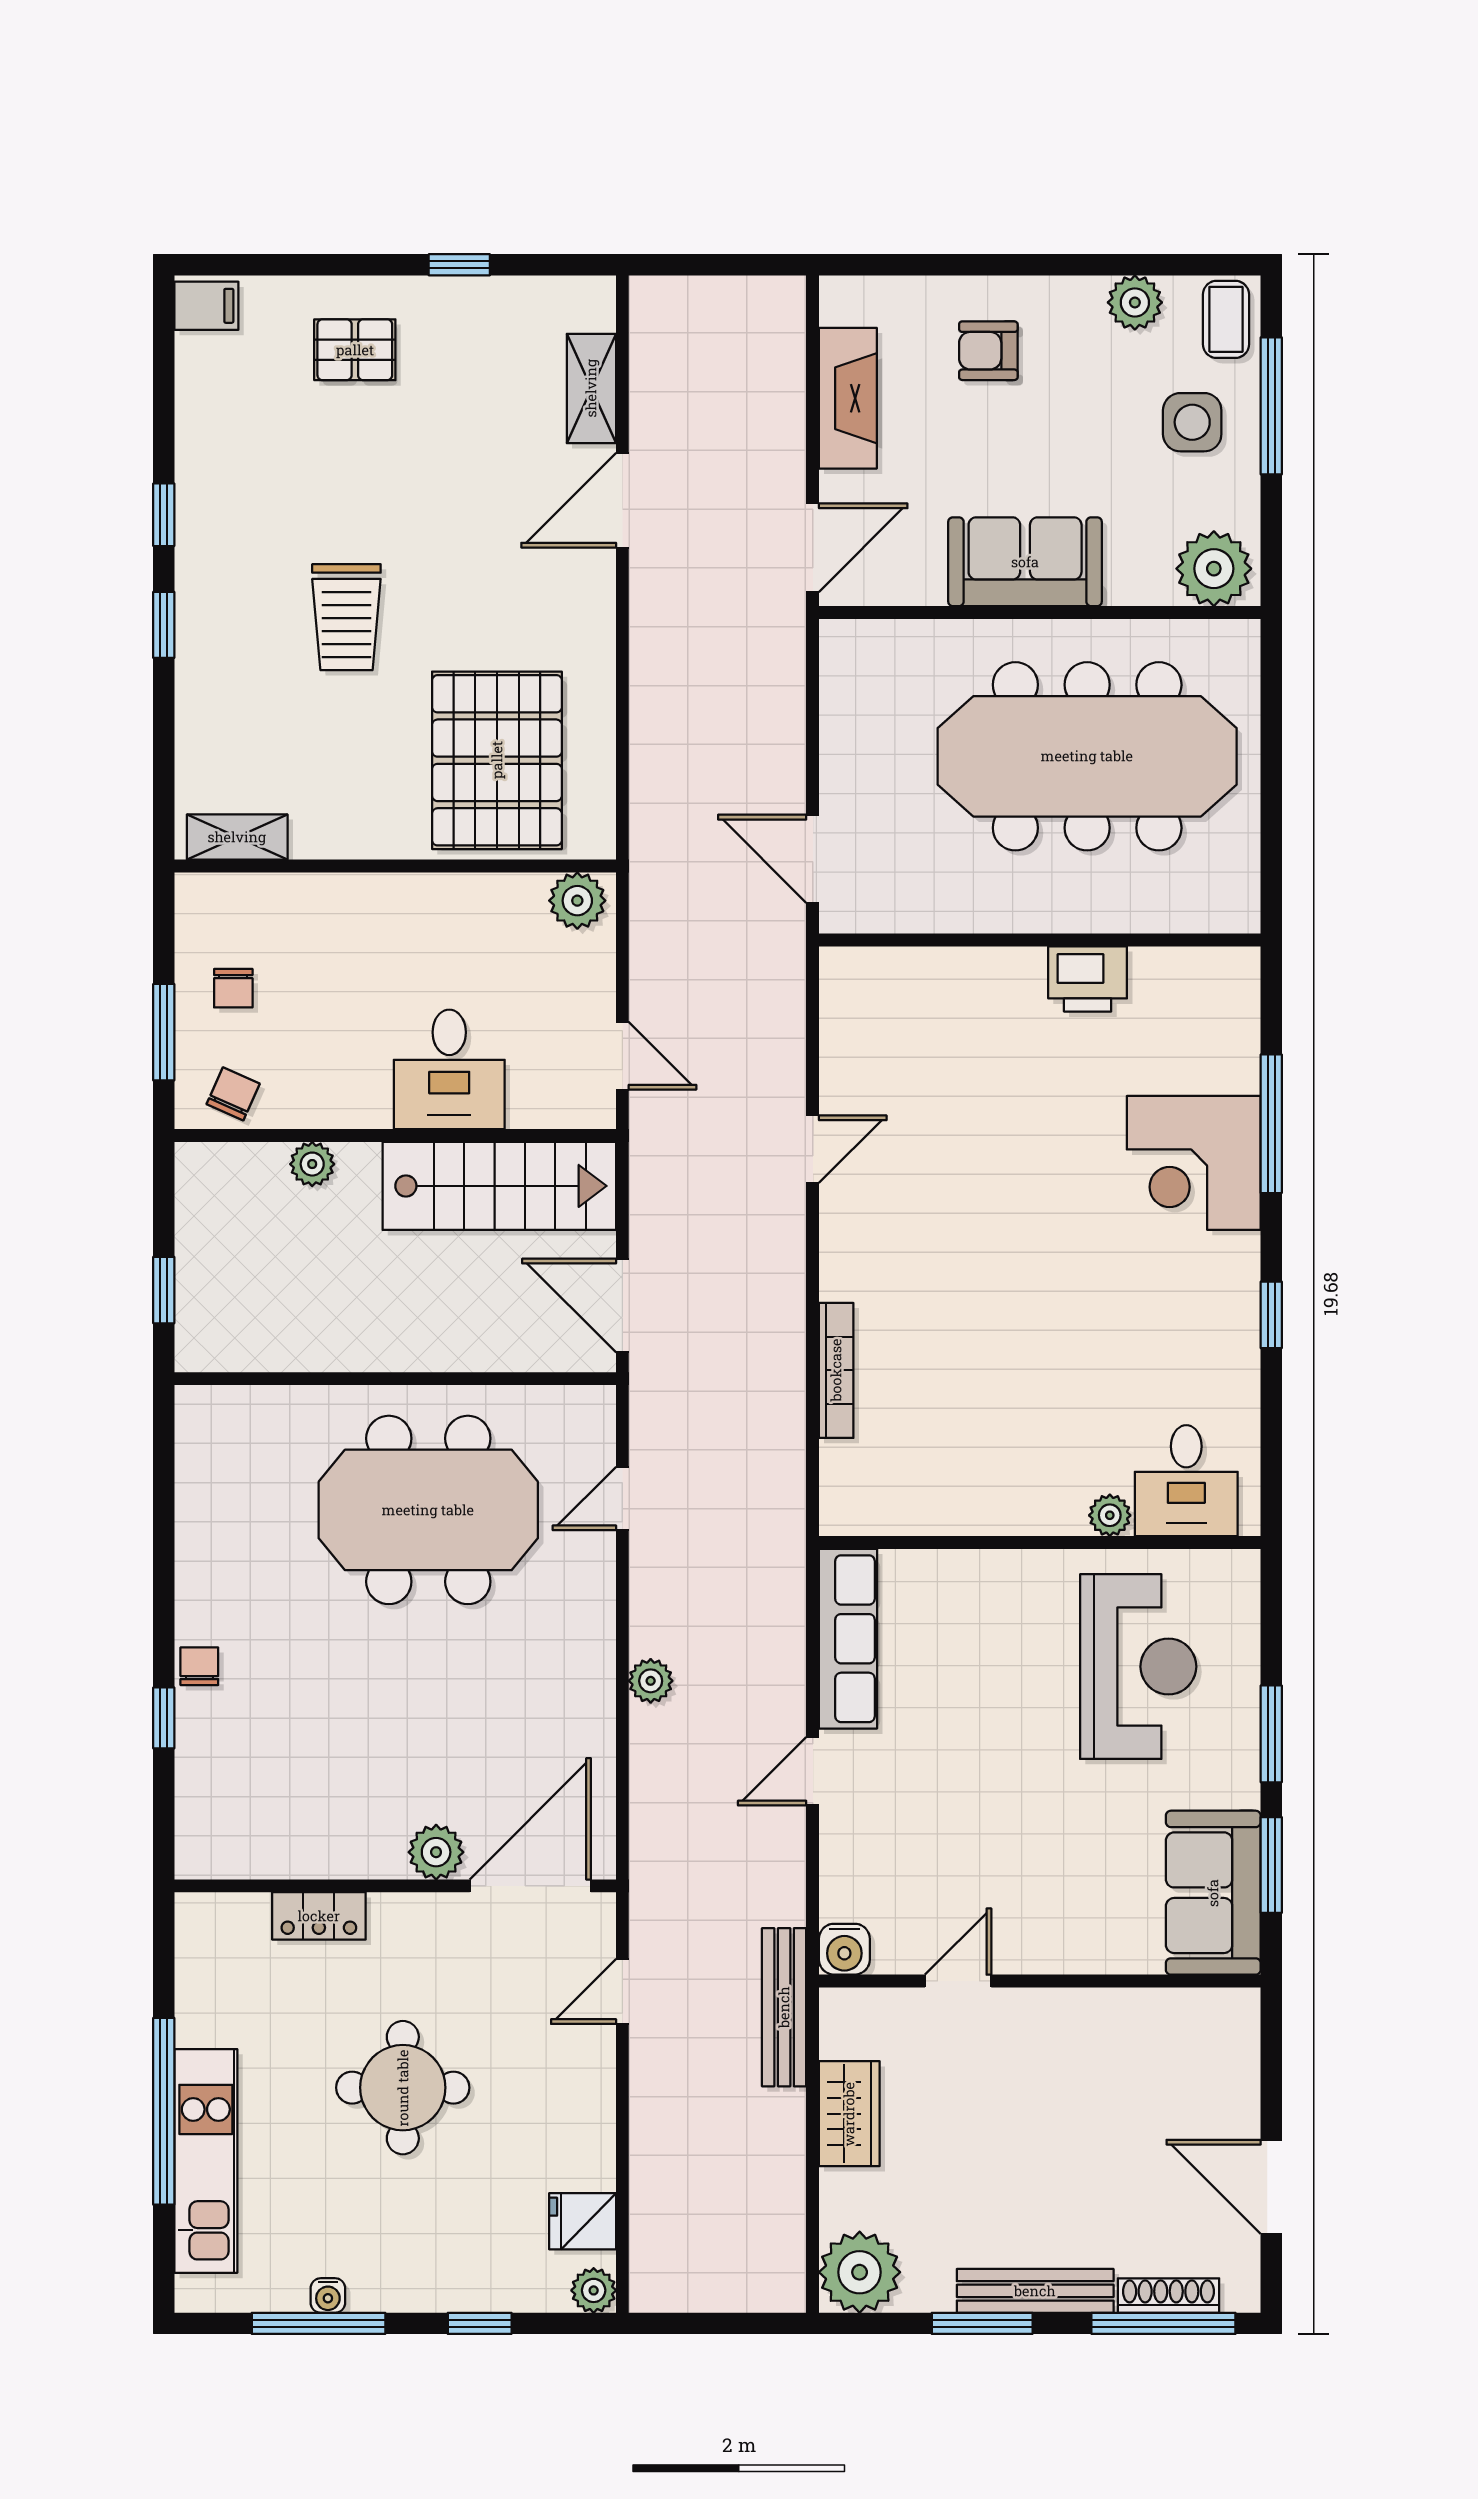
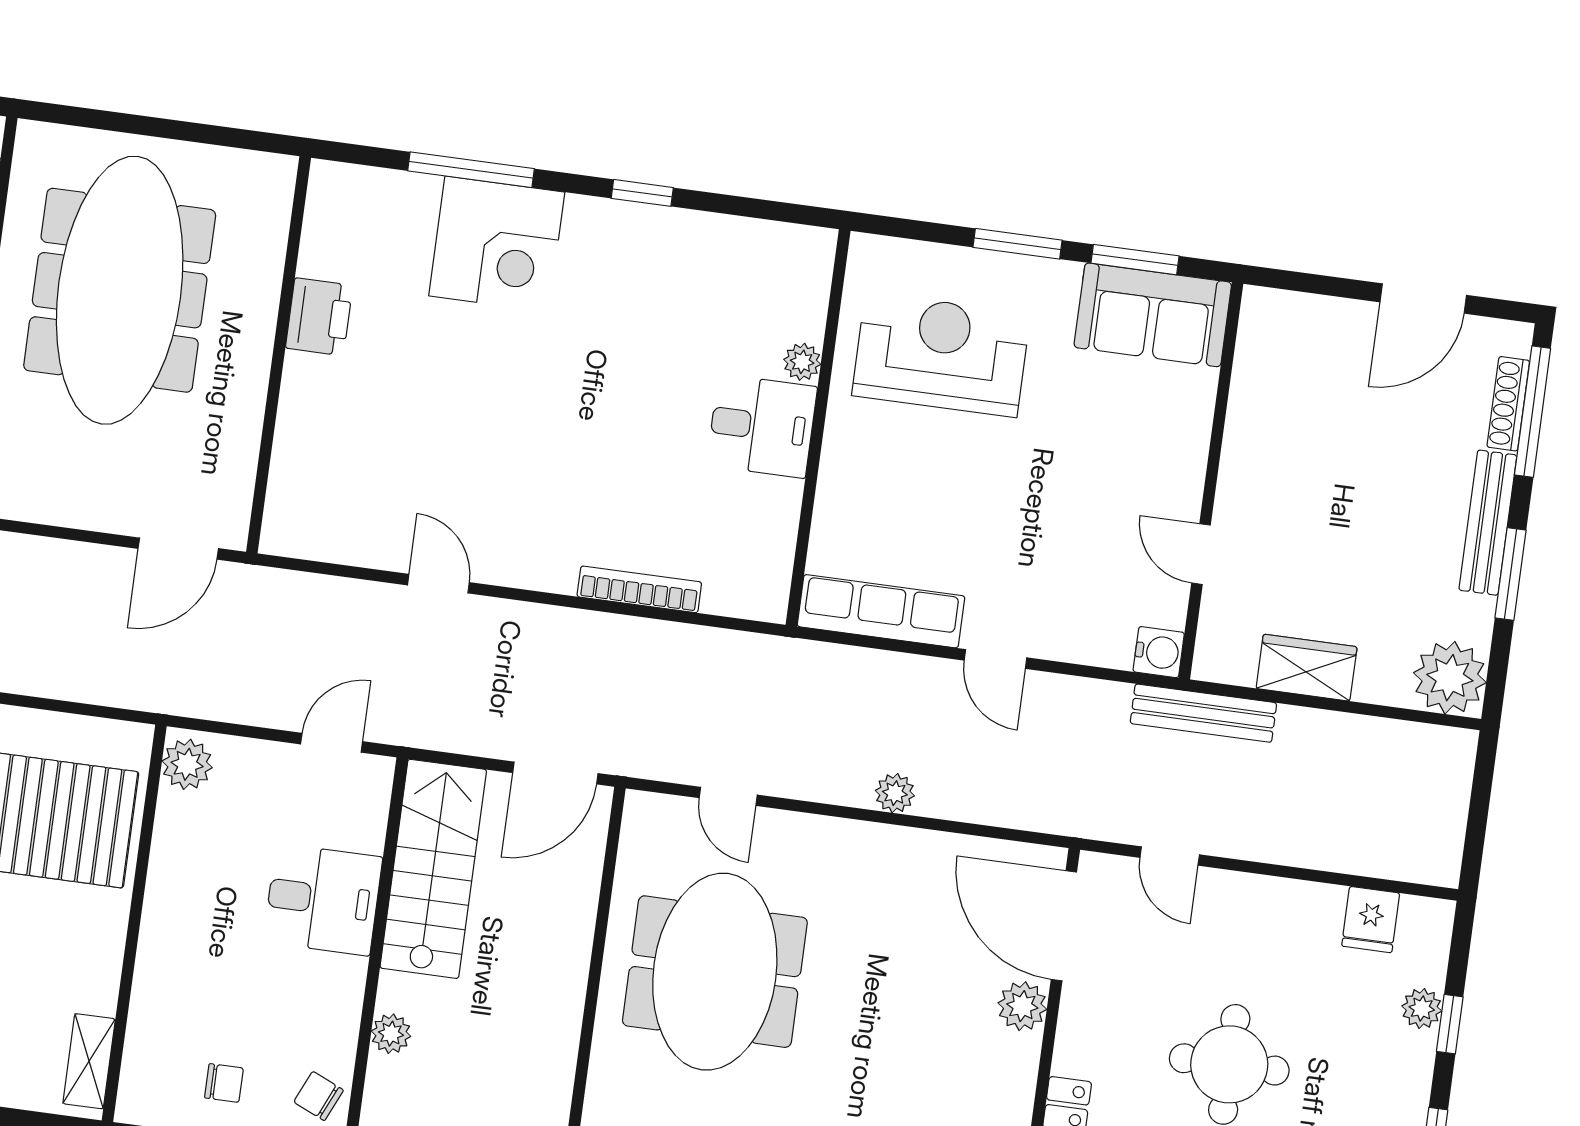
desk: (1186, 1481) -> (762, 426), moved
plant: (594, 2290) -> (1422, 1008), moved

